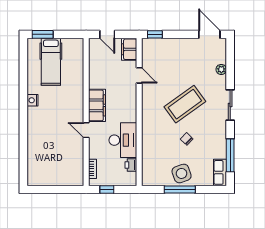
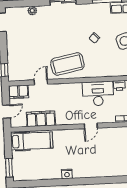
hospital bed: (51, 62) -> (32, 141), moved
coffee table: (185, 104) -> (67, 64), moved, turned -65
filing cabinet: (97, 105) -> (41, 119), moved

